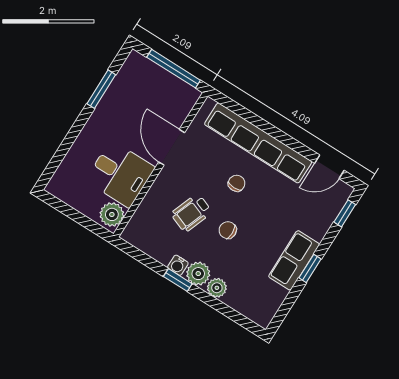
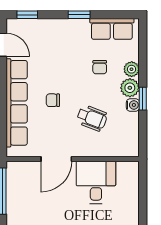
plant: (112, 214) -> (127, 171), removed
chair: (228, 230) -> (100, 67), moved
row of seats: (294, 260) -> (112, 29), moved

